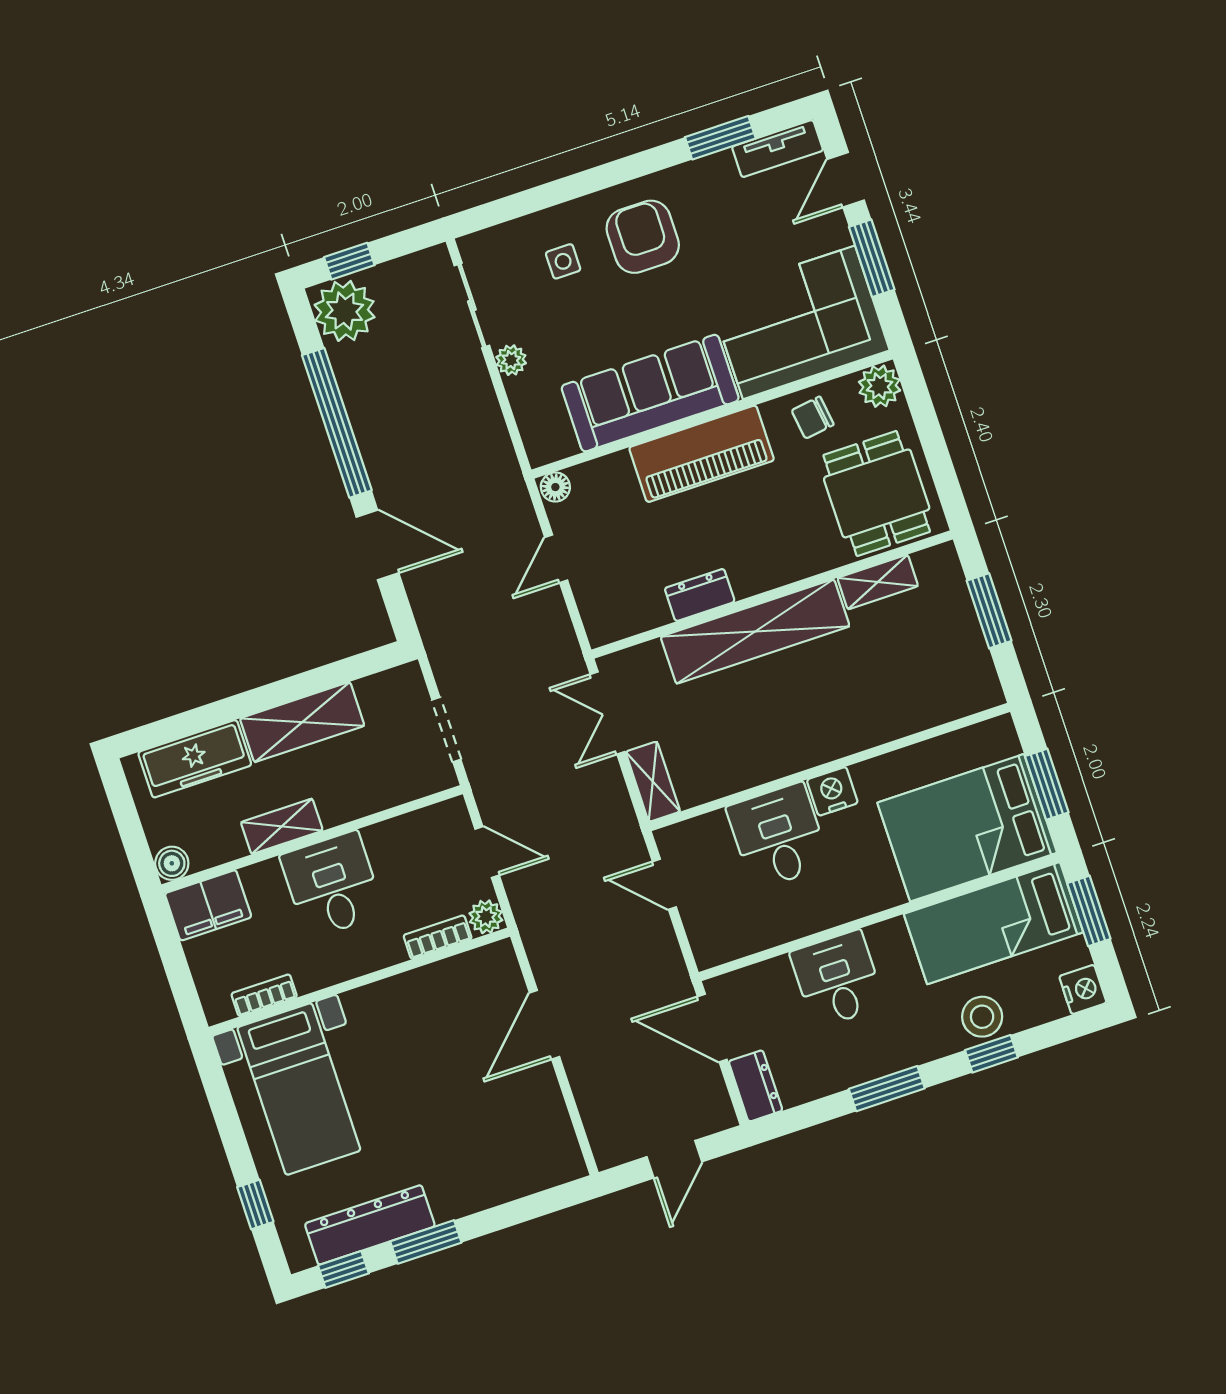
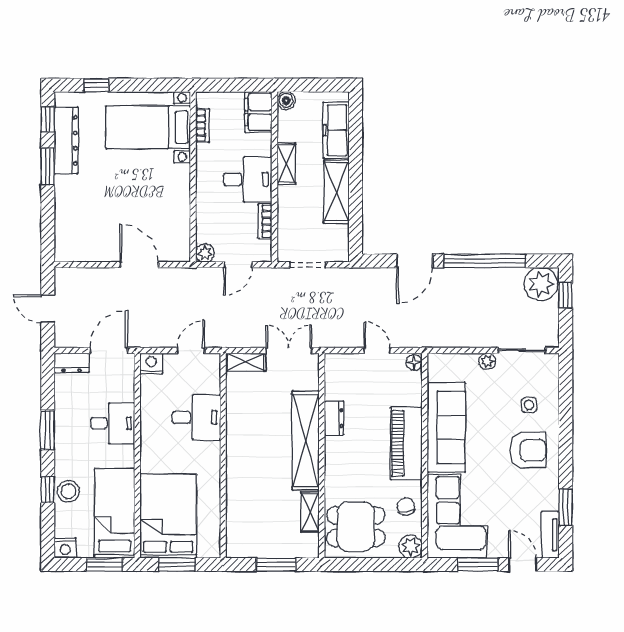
nightstand: (832, 791) -> (151, 364), moved, turned -90
bookcase: (438, 937) -> (265, 221), moved, turned 180

